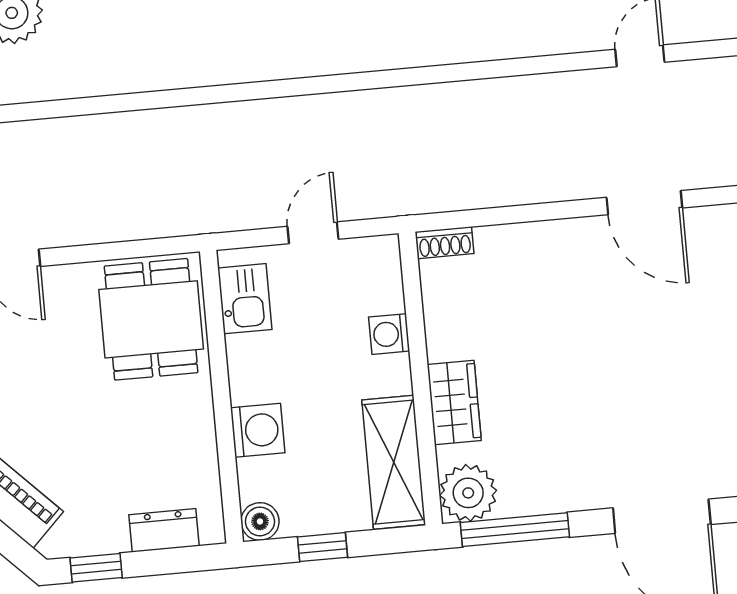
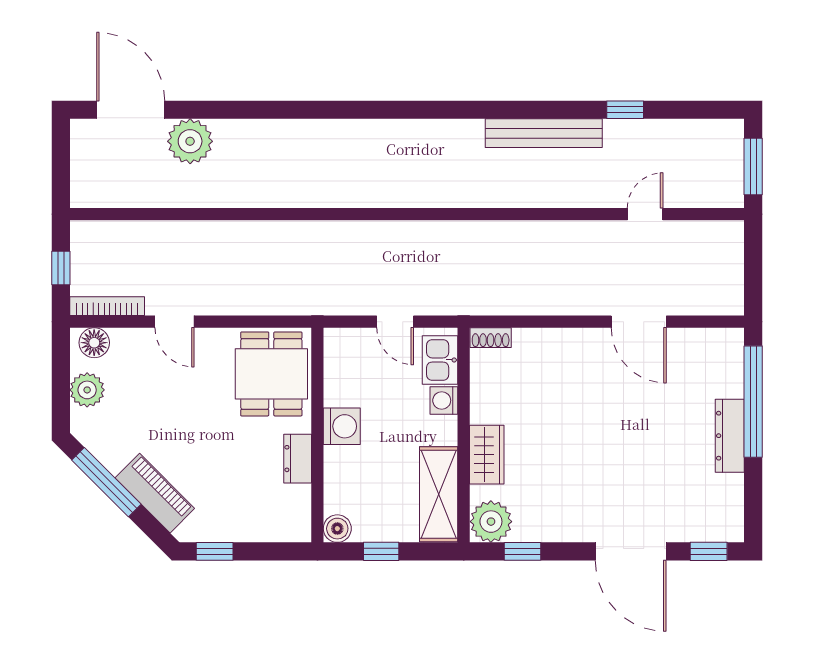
door: (313, 233) -> (395, 322), swing flipped
kitchen sink: (245, 299) -> (440, 360), moved, turned 180
washing machine: (258, 430) -> (342, 426), moved
dresser: (164, 530) -> (298, 459), moved, turned -90
window: (515, 530) -> (523, 551), width x0.46

